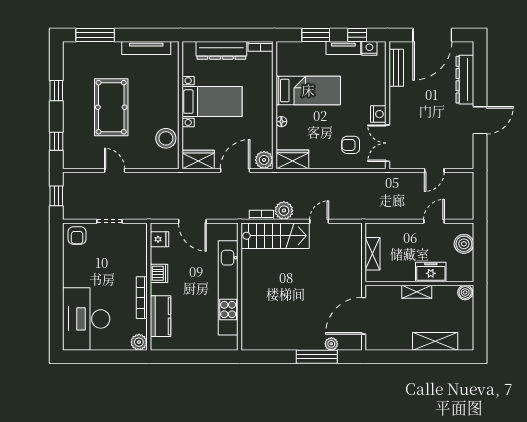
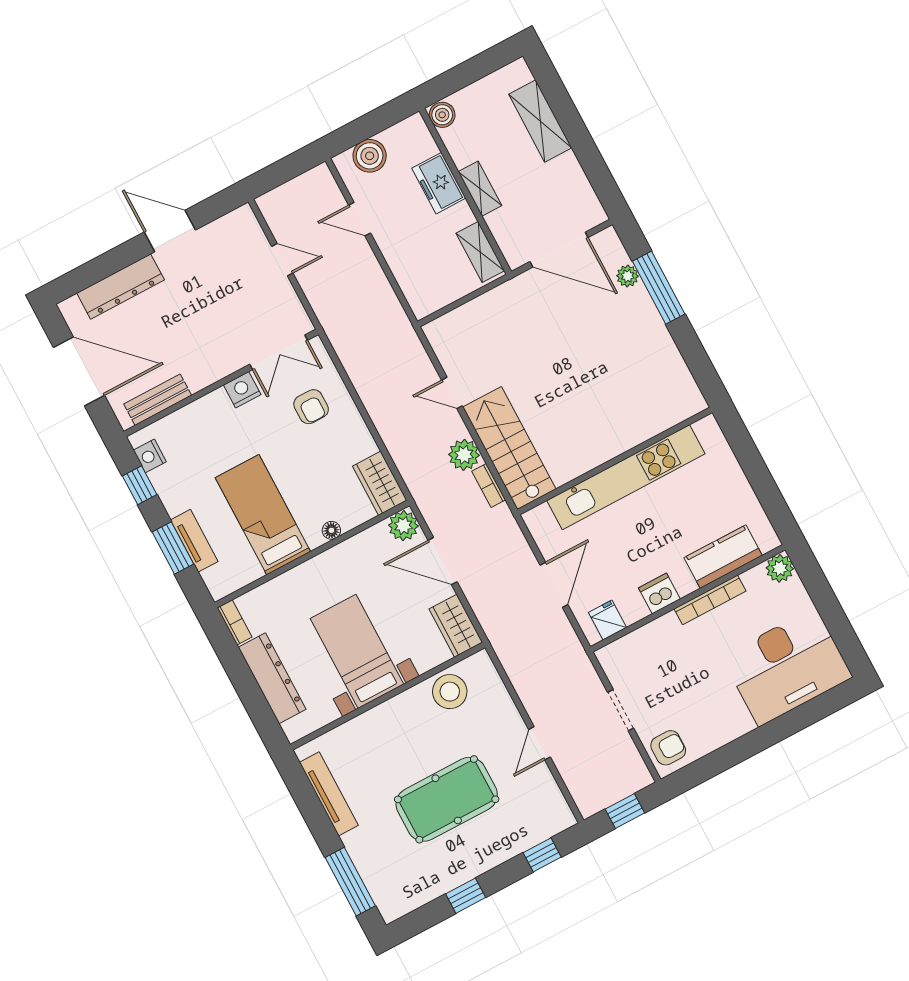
tv unit: (343, 48) -> (194, 541), moved
shelving: (373, 254) -> (480, 252), moved, turned 90

